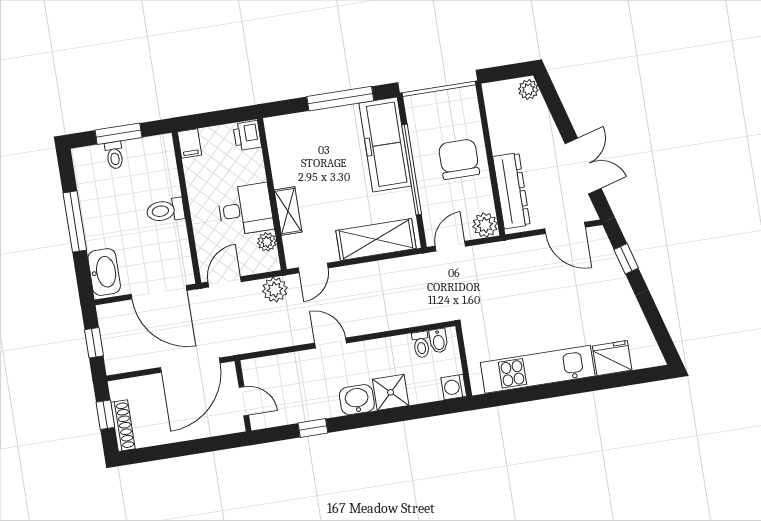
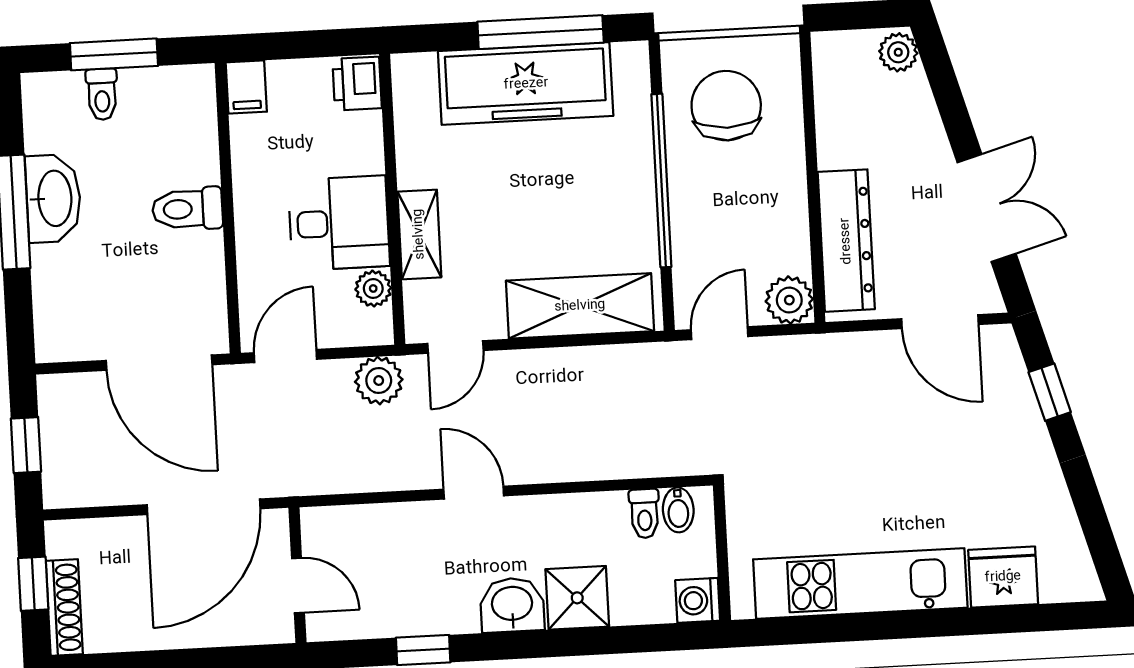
freezer: (385, 145) -> (526, 84), moved, turned -90
chair: (459, 159) -> (726, 106), moved
washbasin: (104, 272) -> (53, 198), moved

